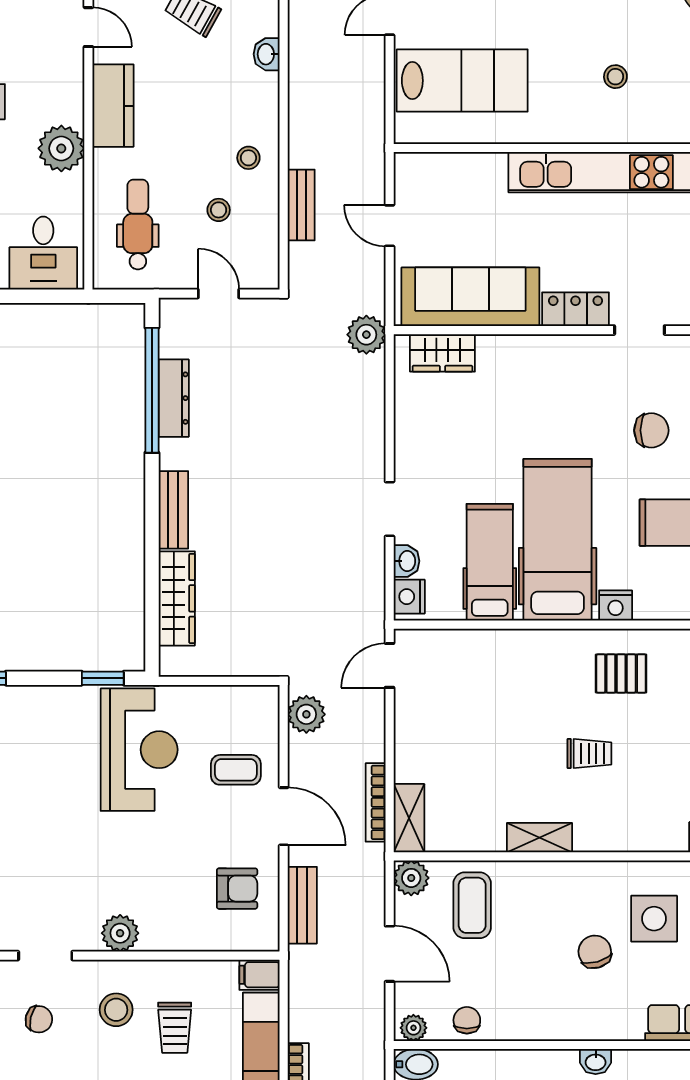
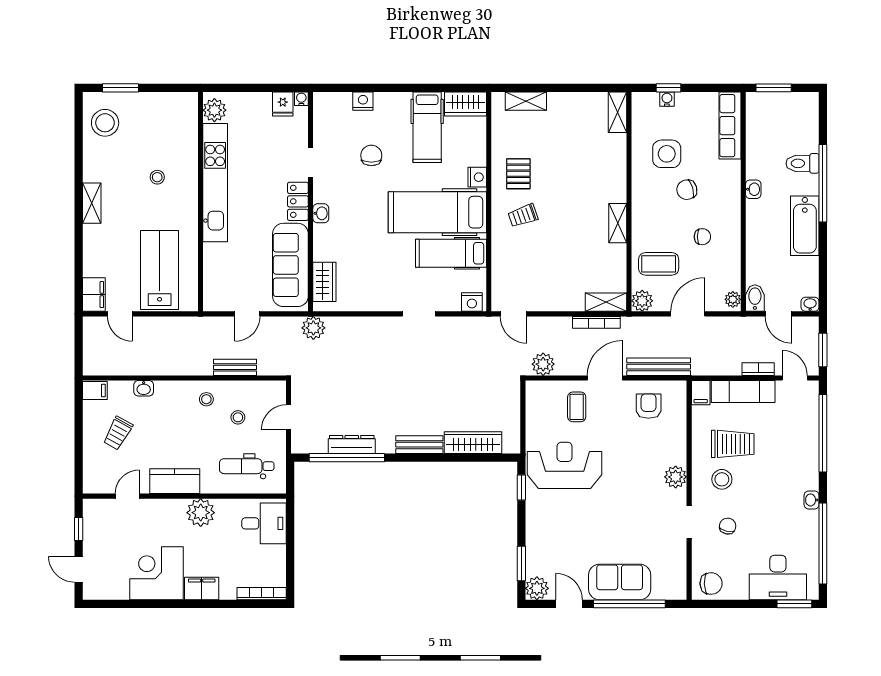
washbasin: (406, 561) -> (321, 213), moved, turned 90
trolley: (589, 753) -> (523, 216), moved, turned -109
bench: (302, 905) -> (659, 367), width x1.36
chair: (467, 1020) -> (702, 237), moved, turned 180
trolley: (175, 1028) -> (733, 444), width x1.36, depth x1.39

